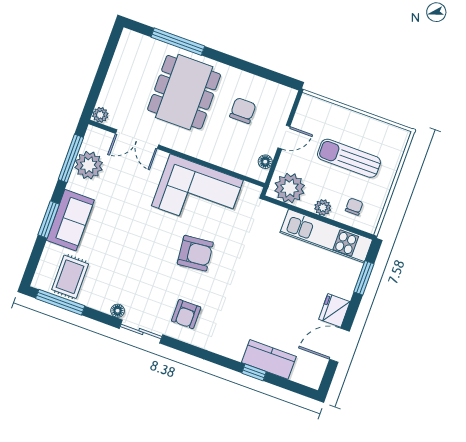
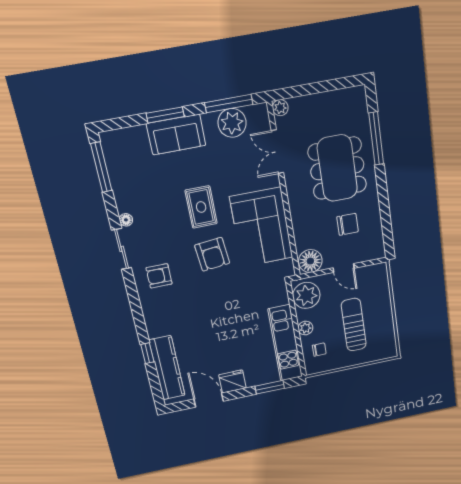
dining table: (184, 92) -> (337, 168), turned 90
floor lamp: (265, 162) -> (310, 261), width x1.89, depth x1.89
rug: (70, 277) -> (201, 207), moved, turned 90
kitchen counter: (269, 359) -> (167, 368), width x1.50

